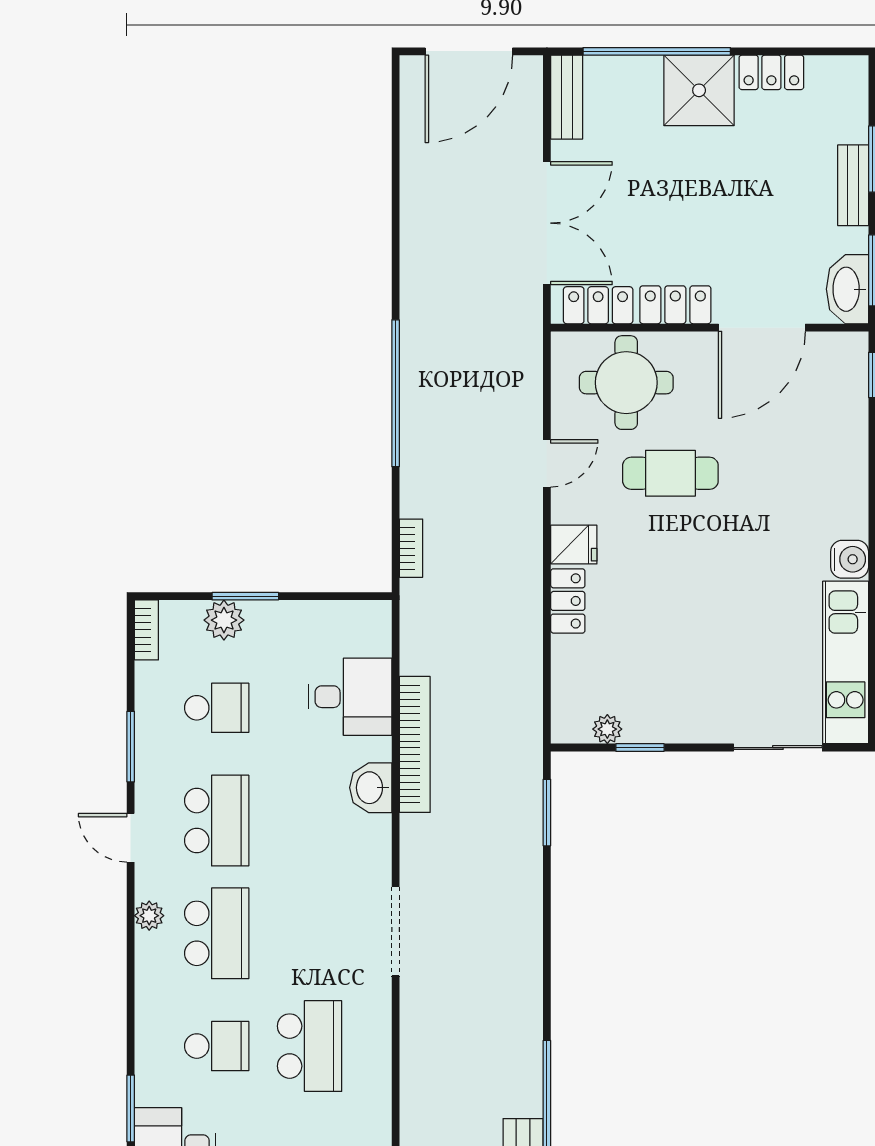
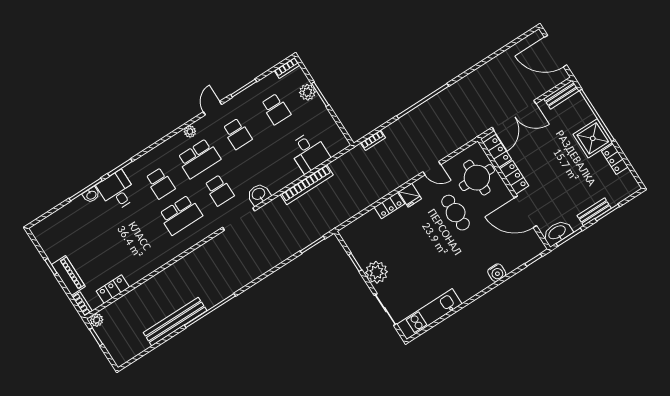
water cooler: (850, 559) -> (497, 273), moved
plant: (607, 729) -> (376, 272), moved, width x1.87, depth x1.87
washbasin: (371, 788) -> (259, 194), moved
school desk: (217, 821) -> (237, 134), width x0.54
school desk: (310, 933) -> (219, 190), added

